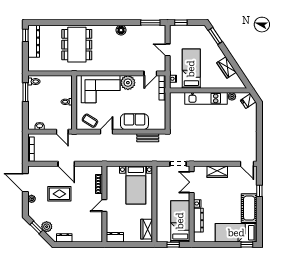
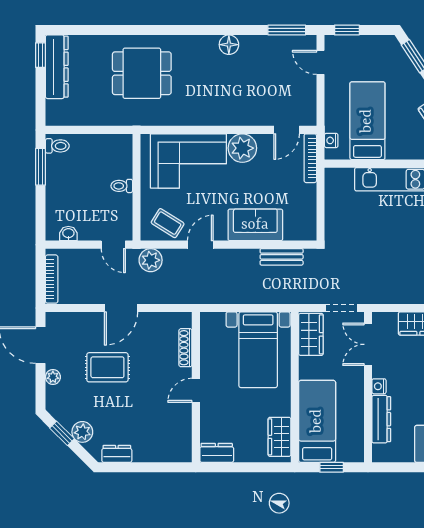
dining table: (77, 45) -> (142, 73), width x0.73
door: (168, 50) -> (320, 62), moved
plant: (81, 139) -> (151, 260), added
door: (66, 164) -> (121, 308), hinge flipped
wardrobe: (163, 177) -> (311, 334), added
bed: (180, 221) -> (317, 421), moved

